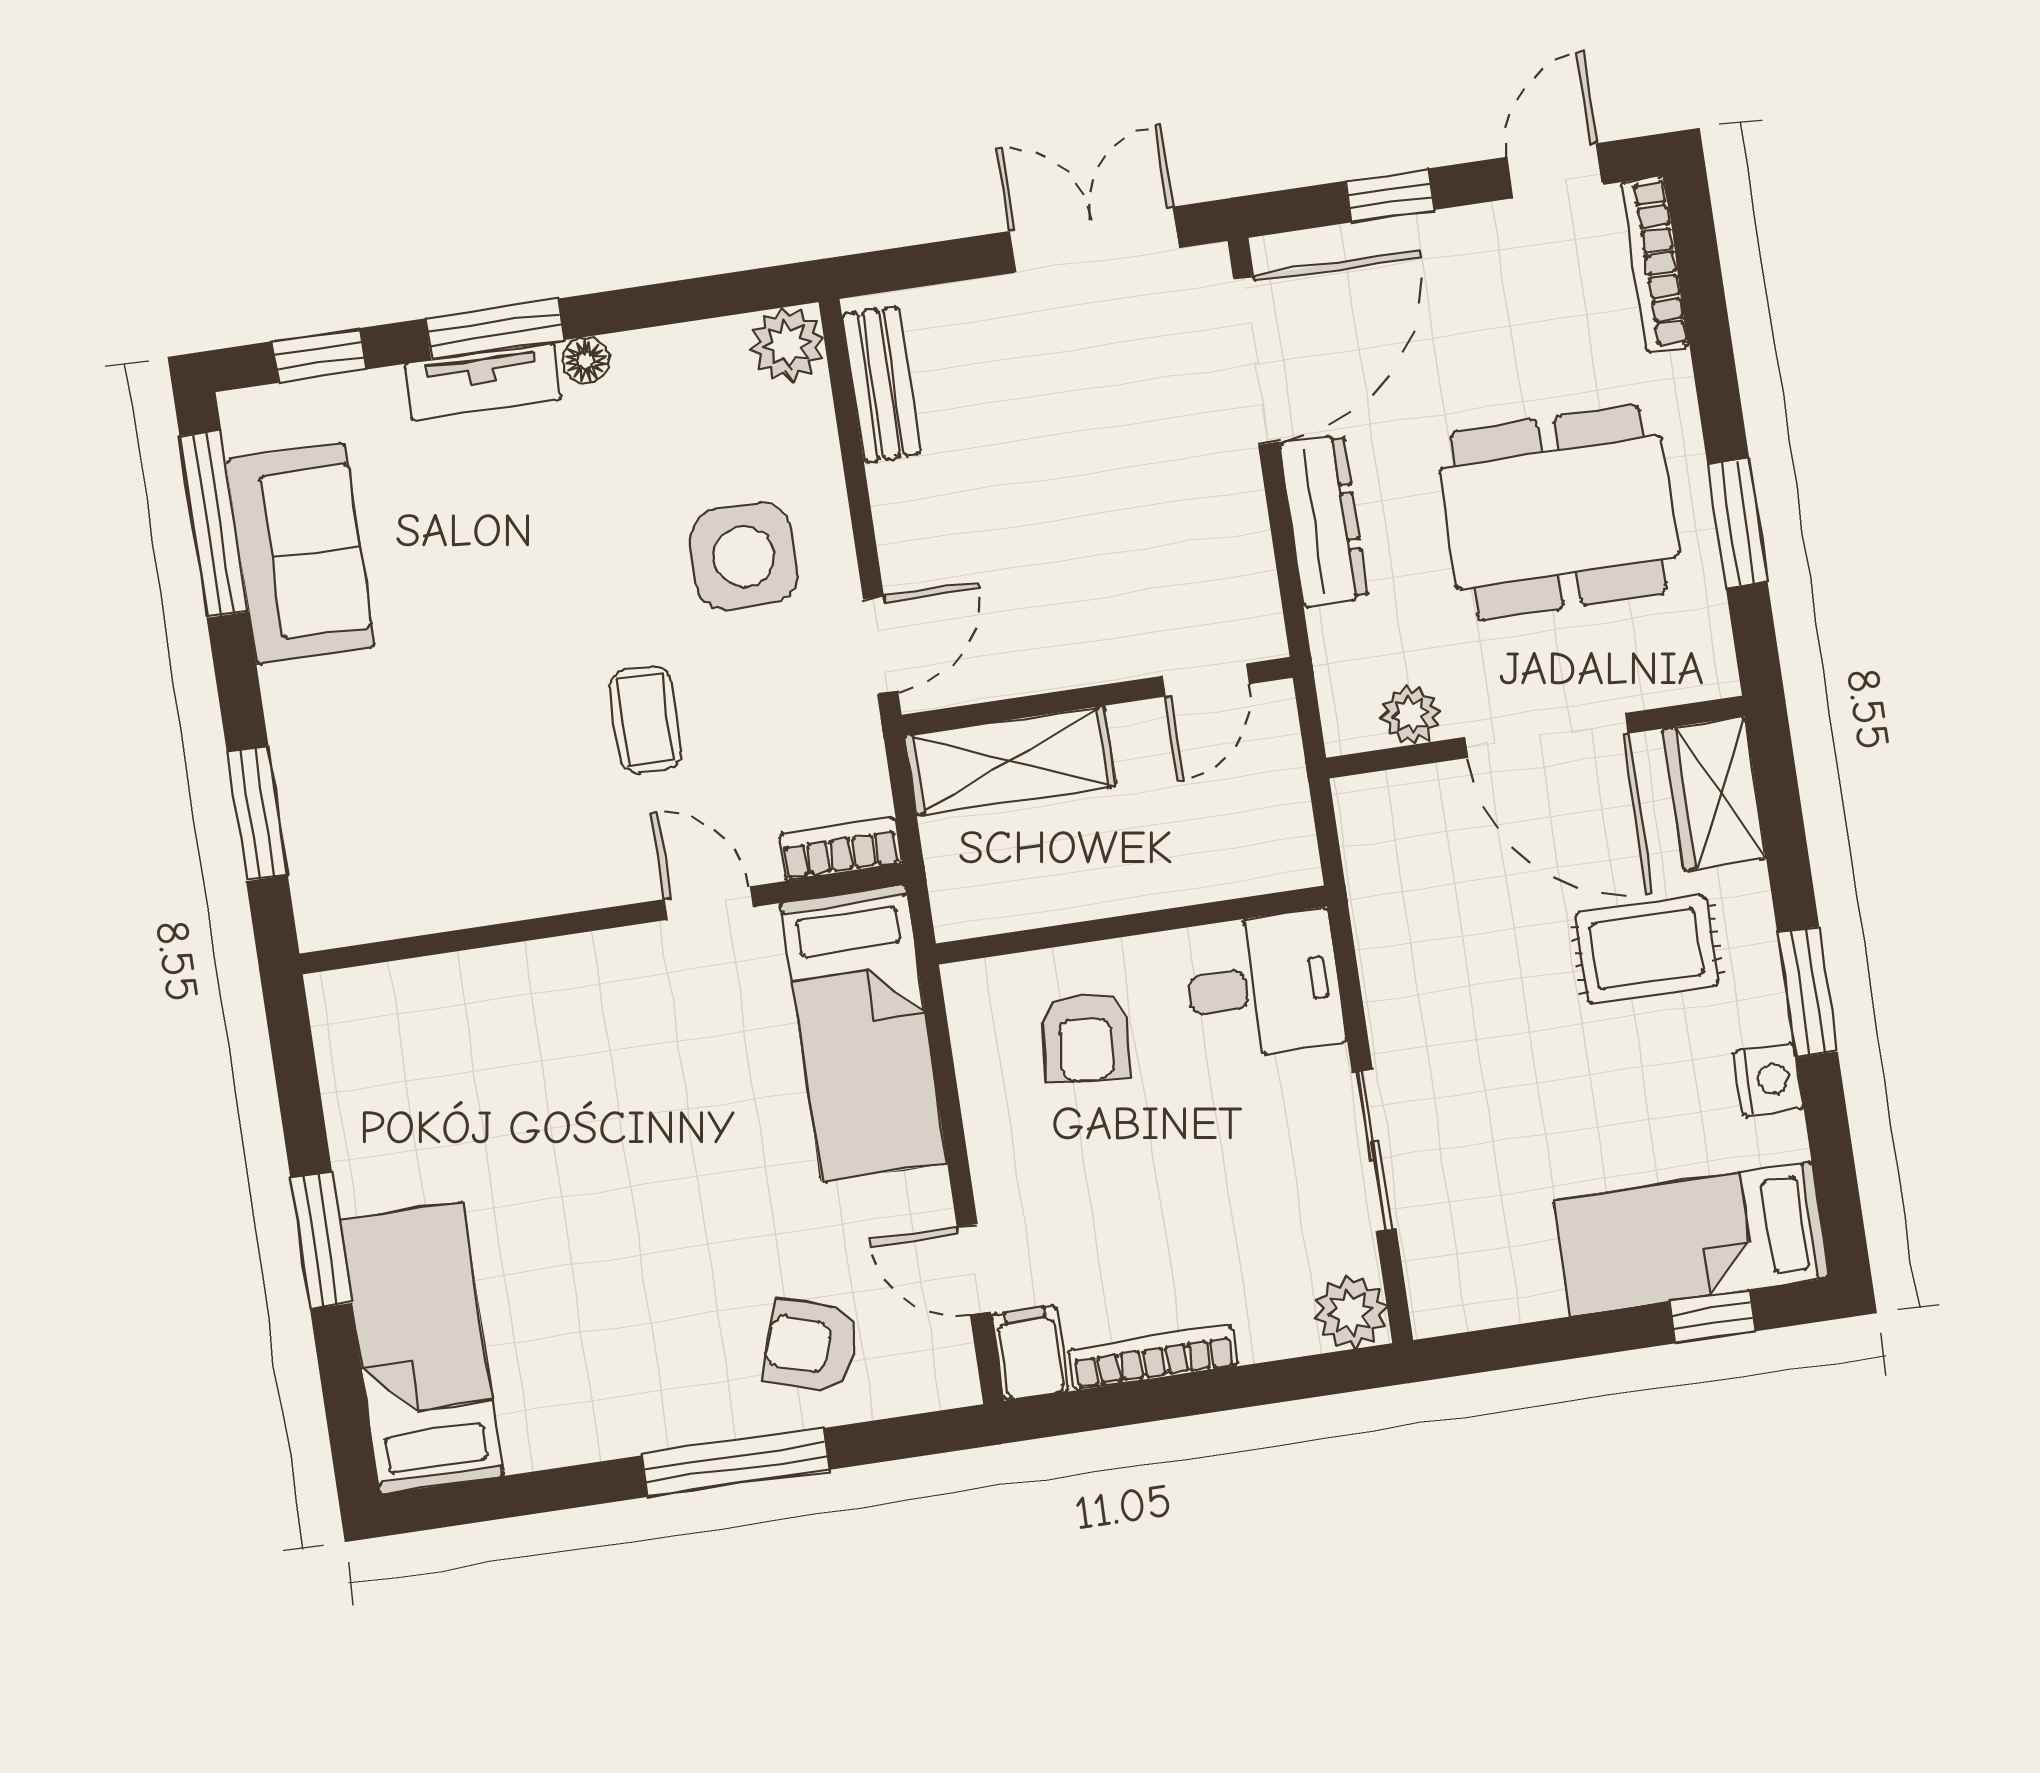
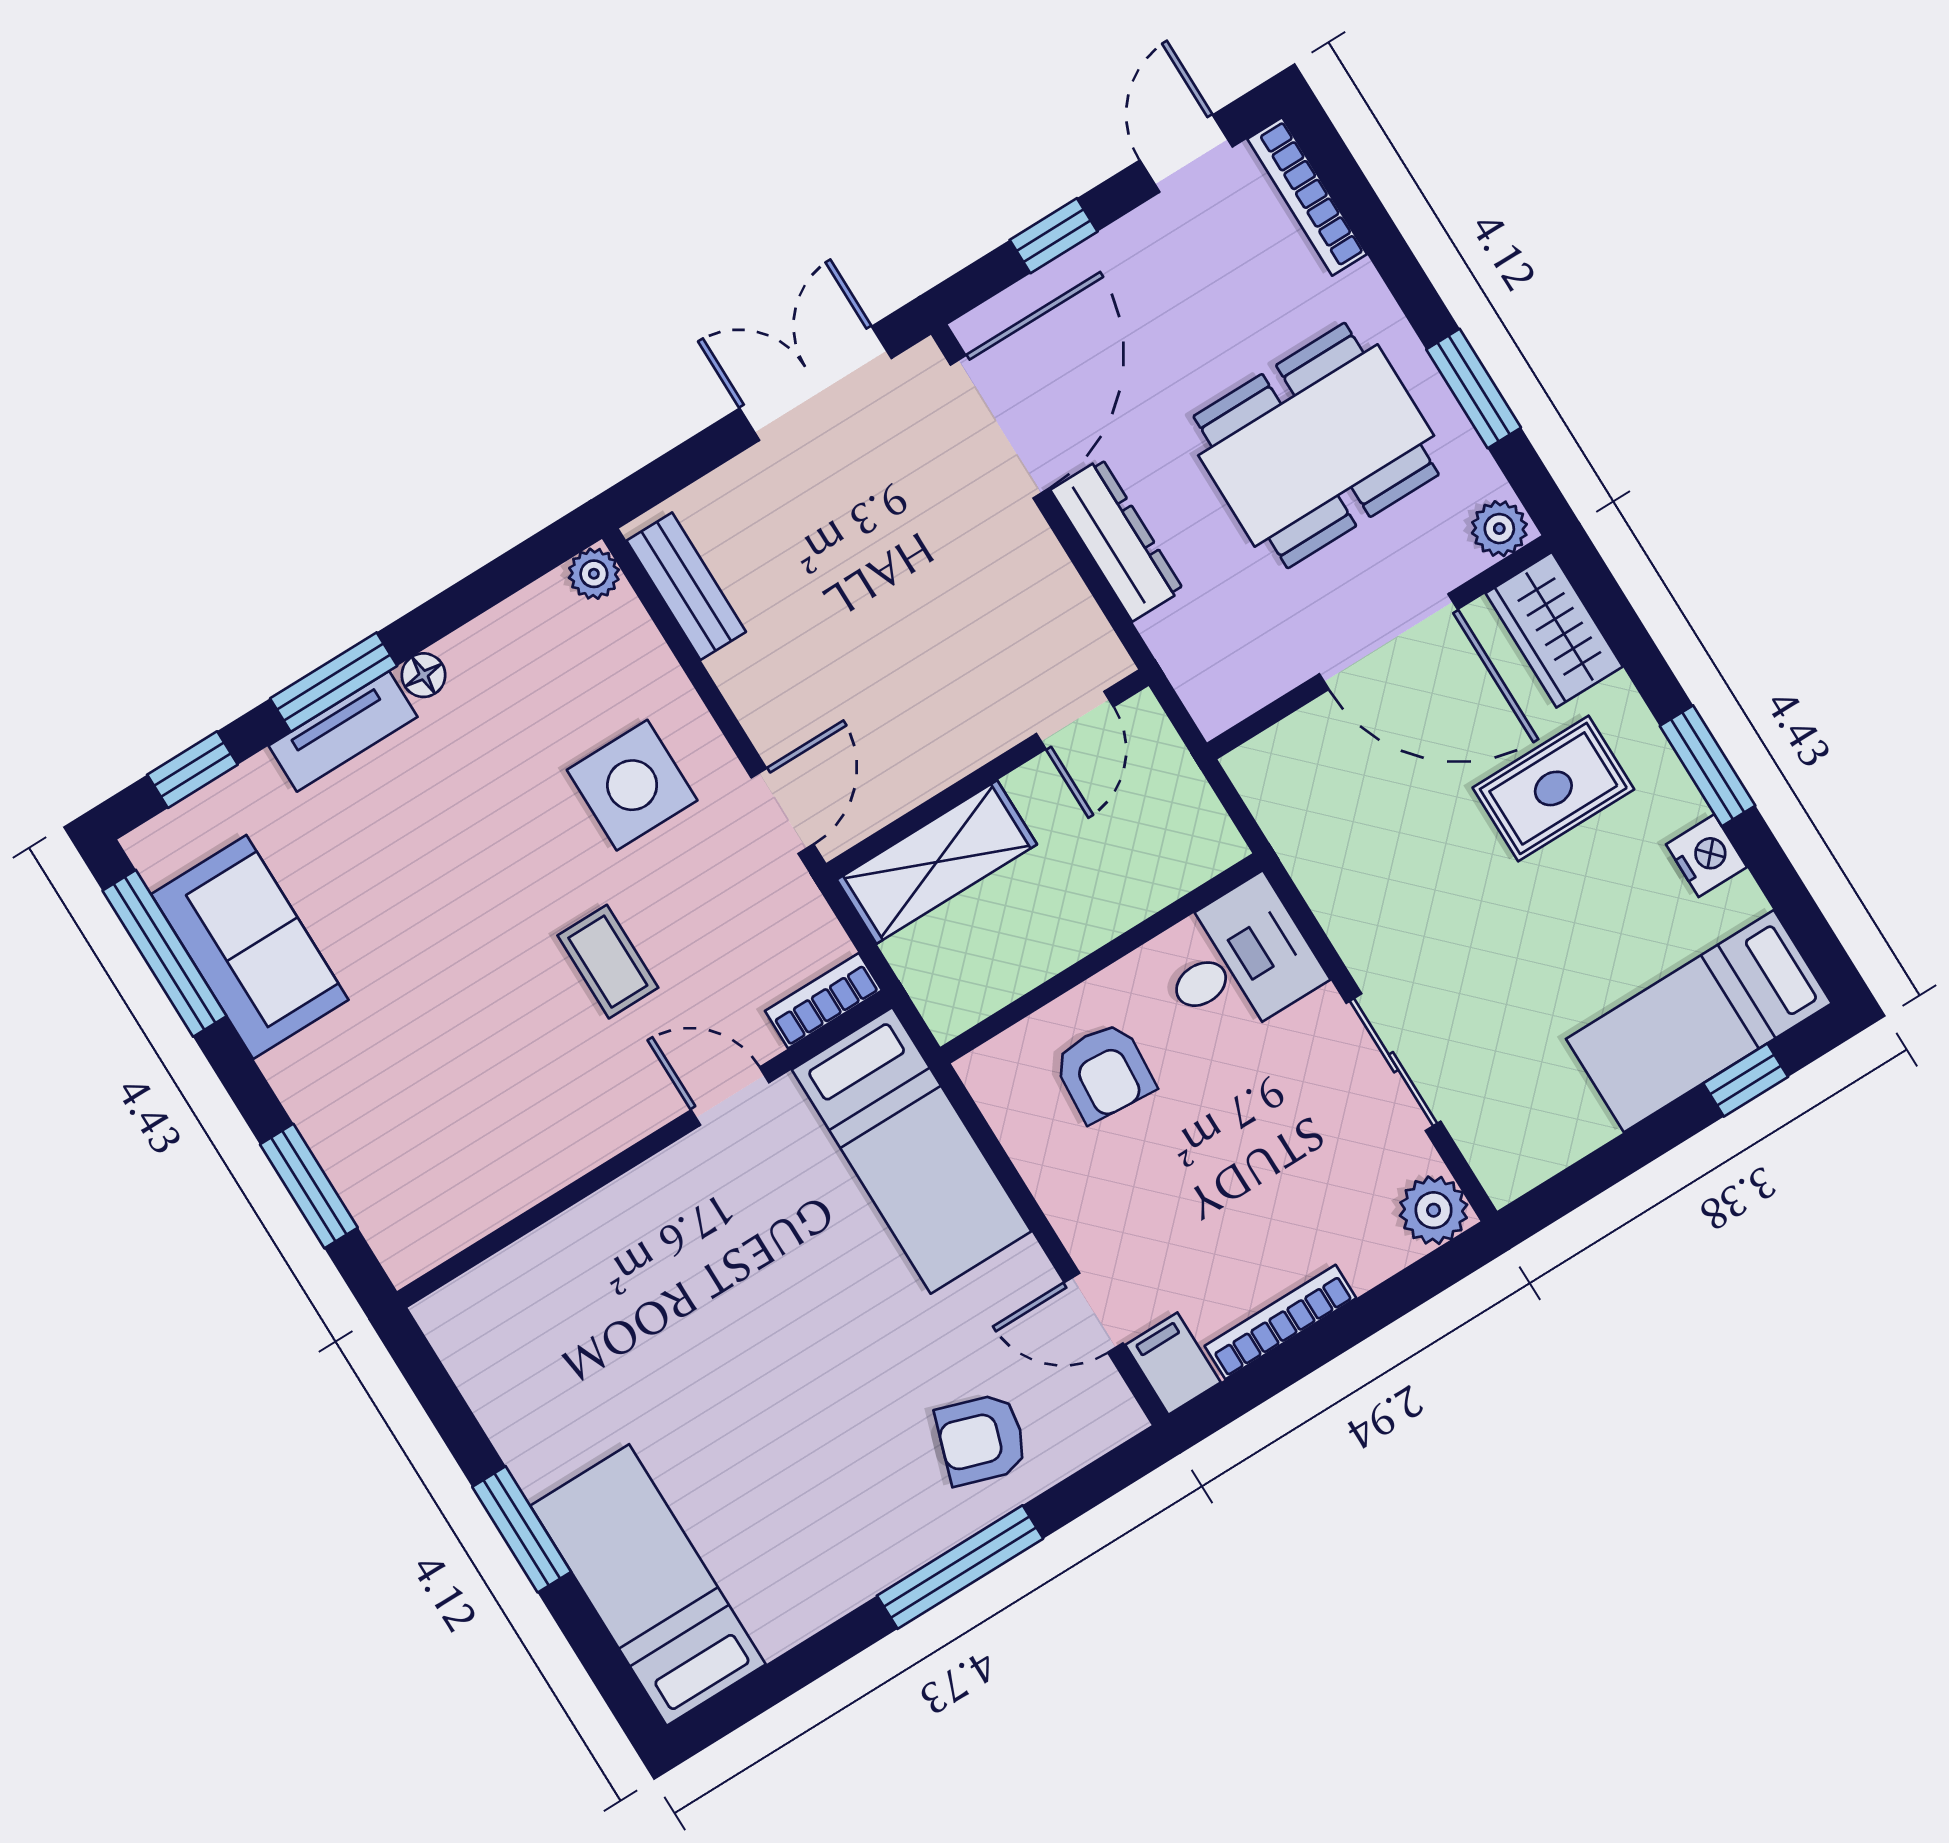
plant: (787, 344) -> (594, 574), width x0.73, depth x0.73
plant: (1410, 715) -> (1499, 529), moved

